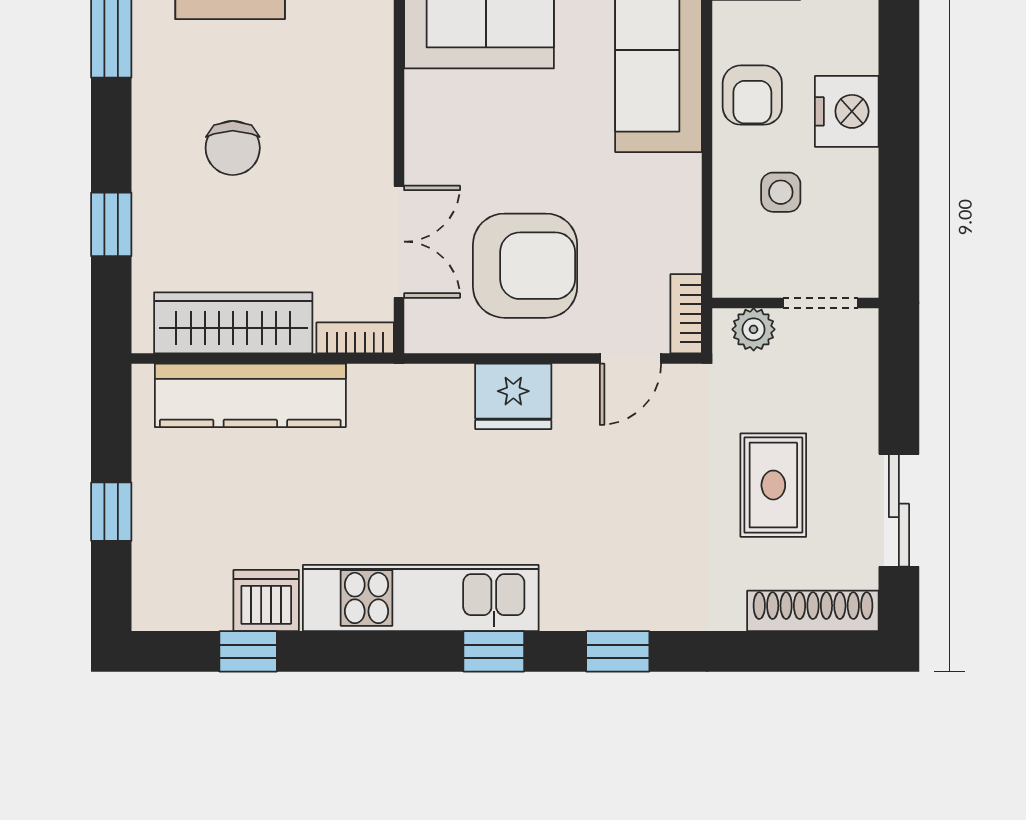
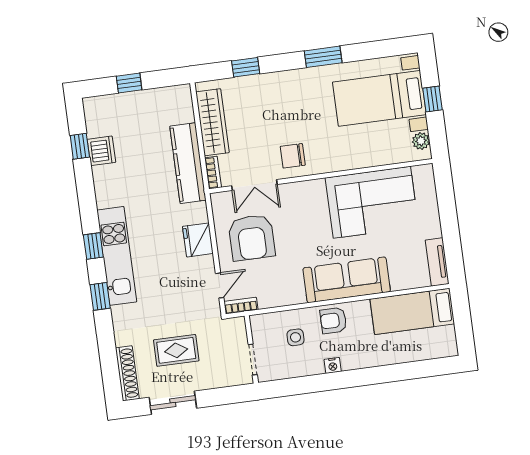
nightstand: (847, 111) -> (333, 365), width x0.53, depth x0.56
chair: (233, 148) -> (293, 156), moved
plant: (754, 329) -> (238, 334), removed
door: (631, 359) -> (220, 285), swing flipped
kitchen counter: (250, 395) -> (188, 163), moved
kitchen unit: (421, 598) -> (117, 256), moved

